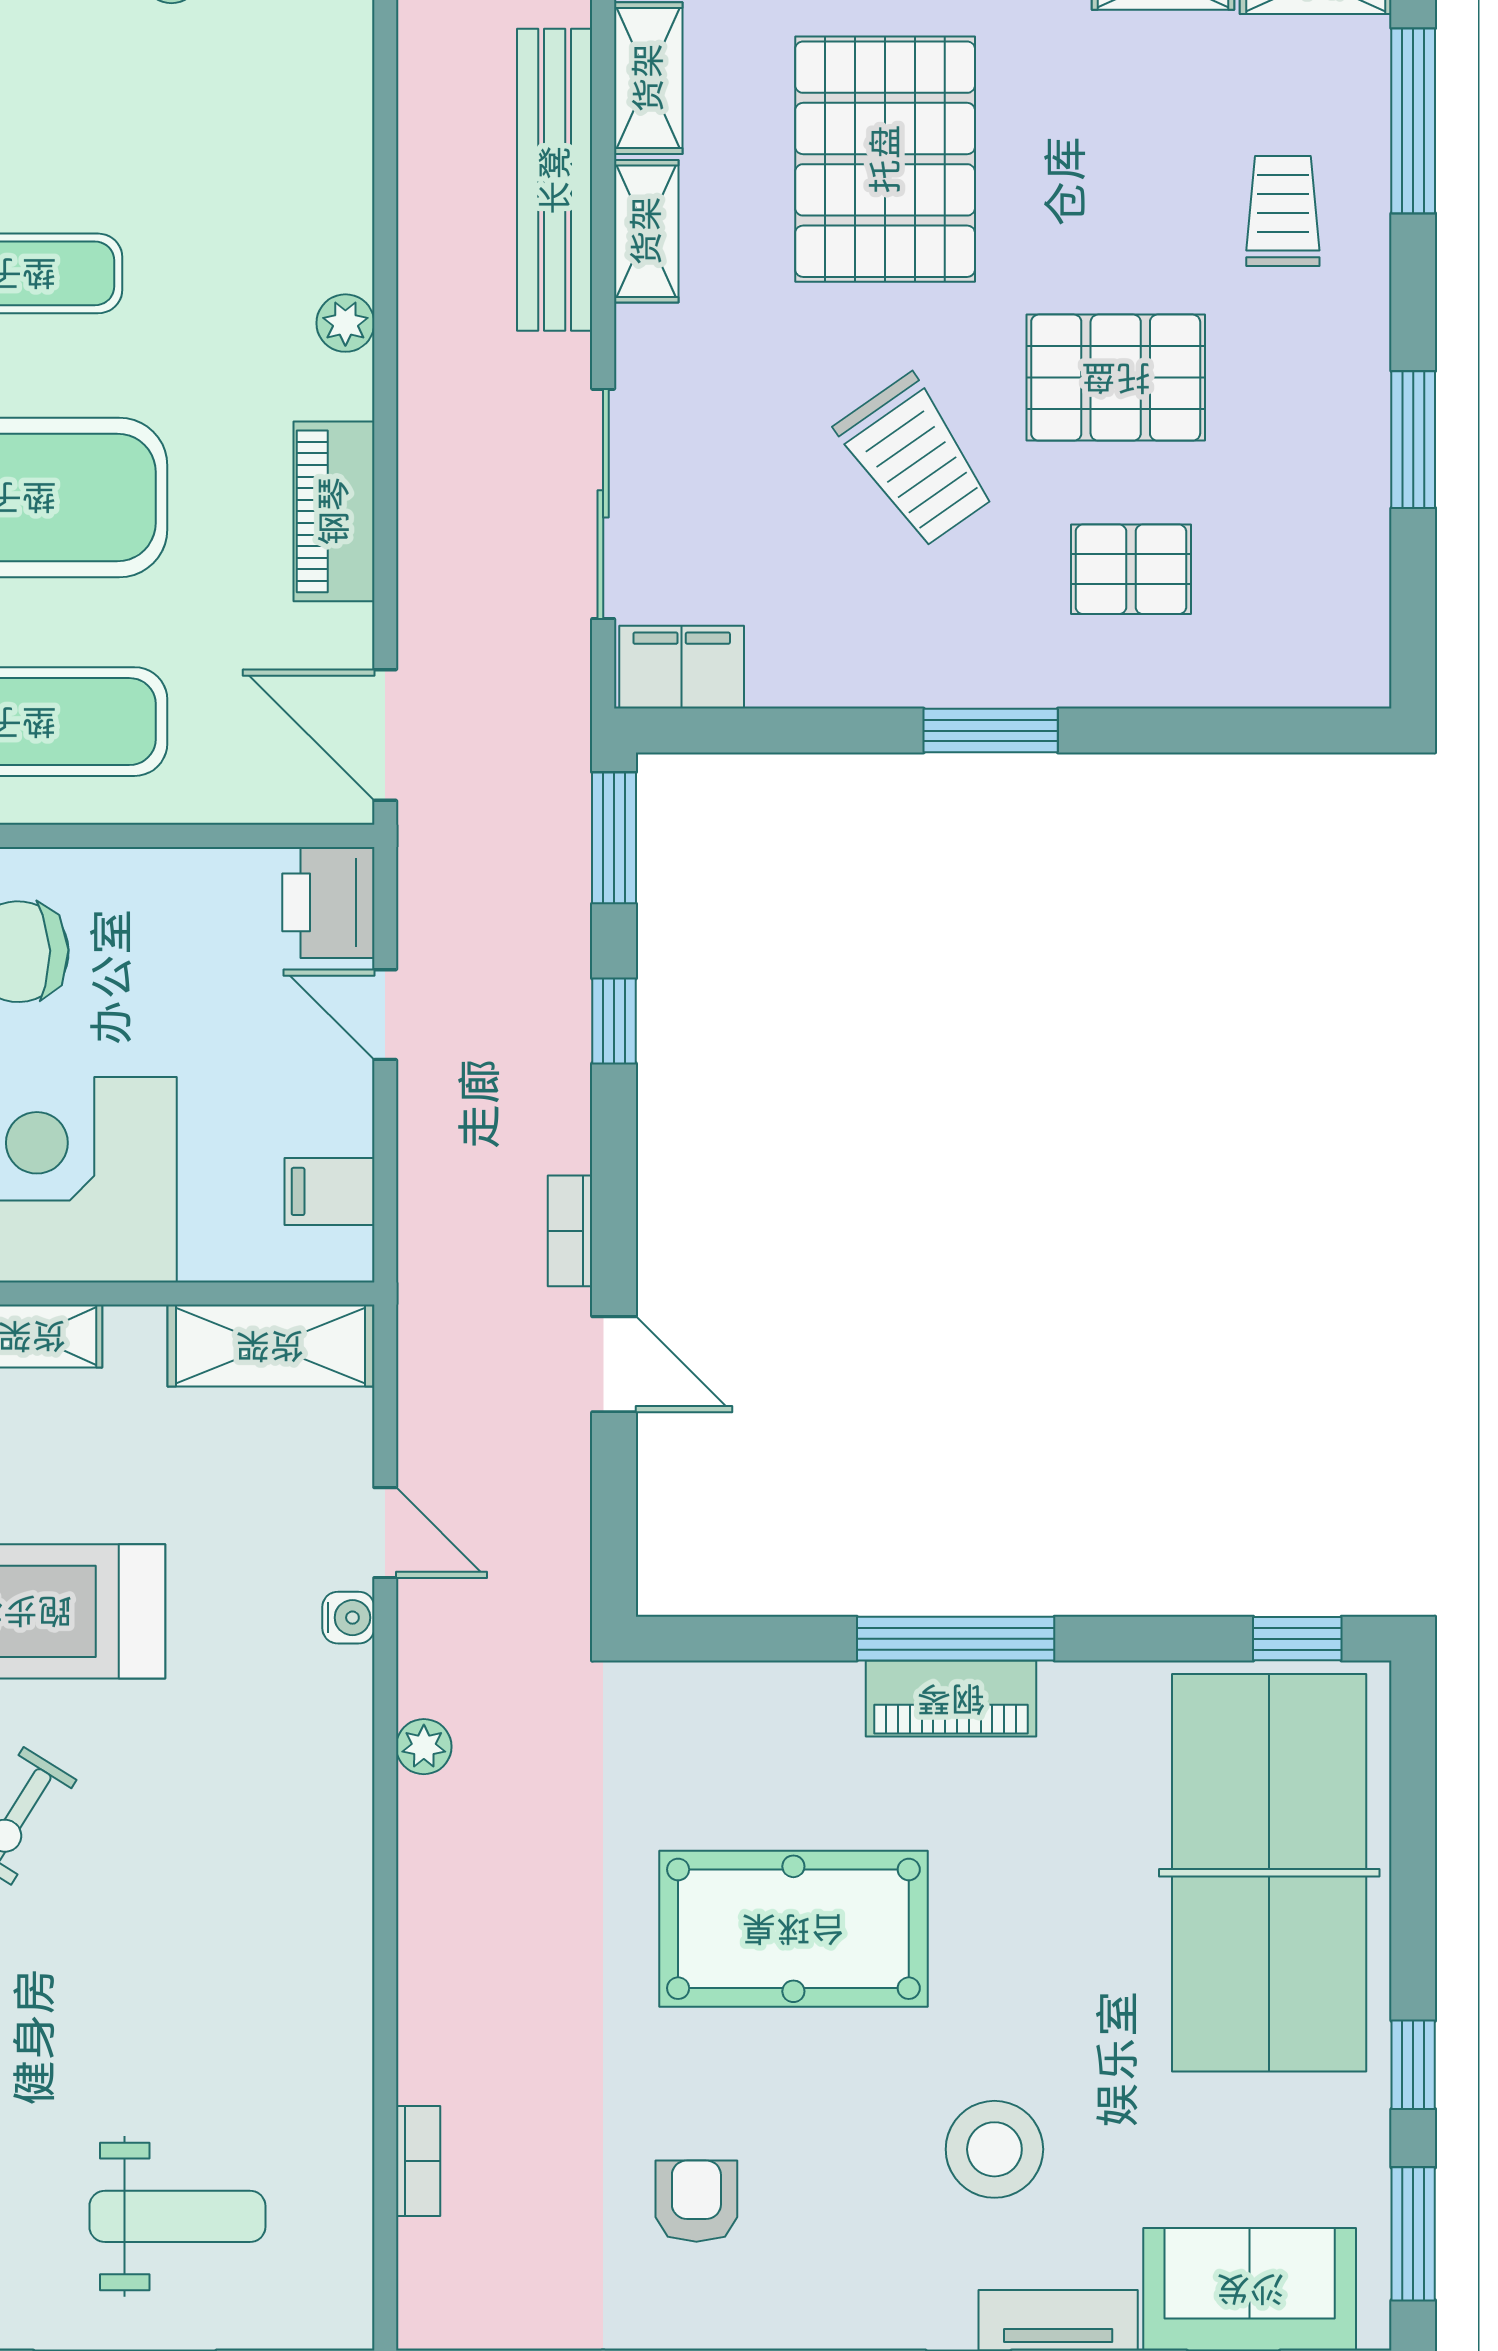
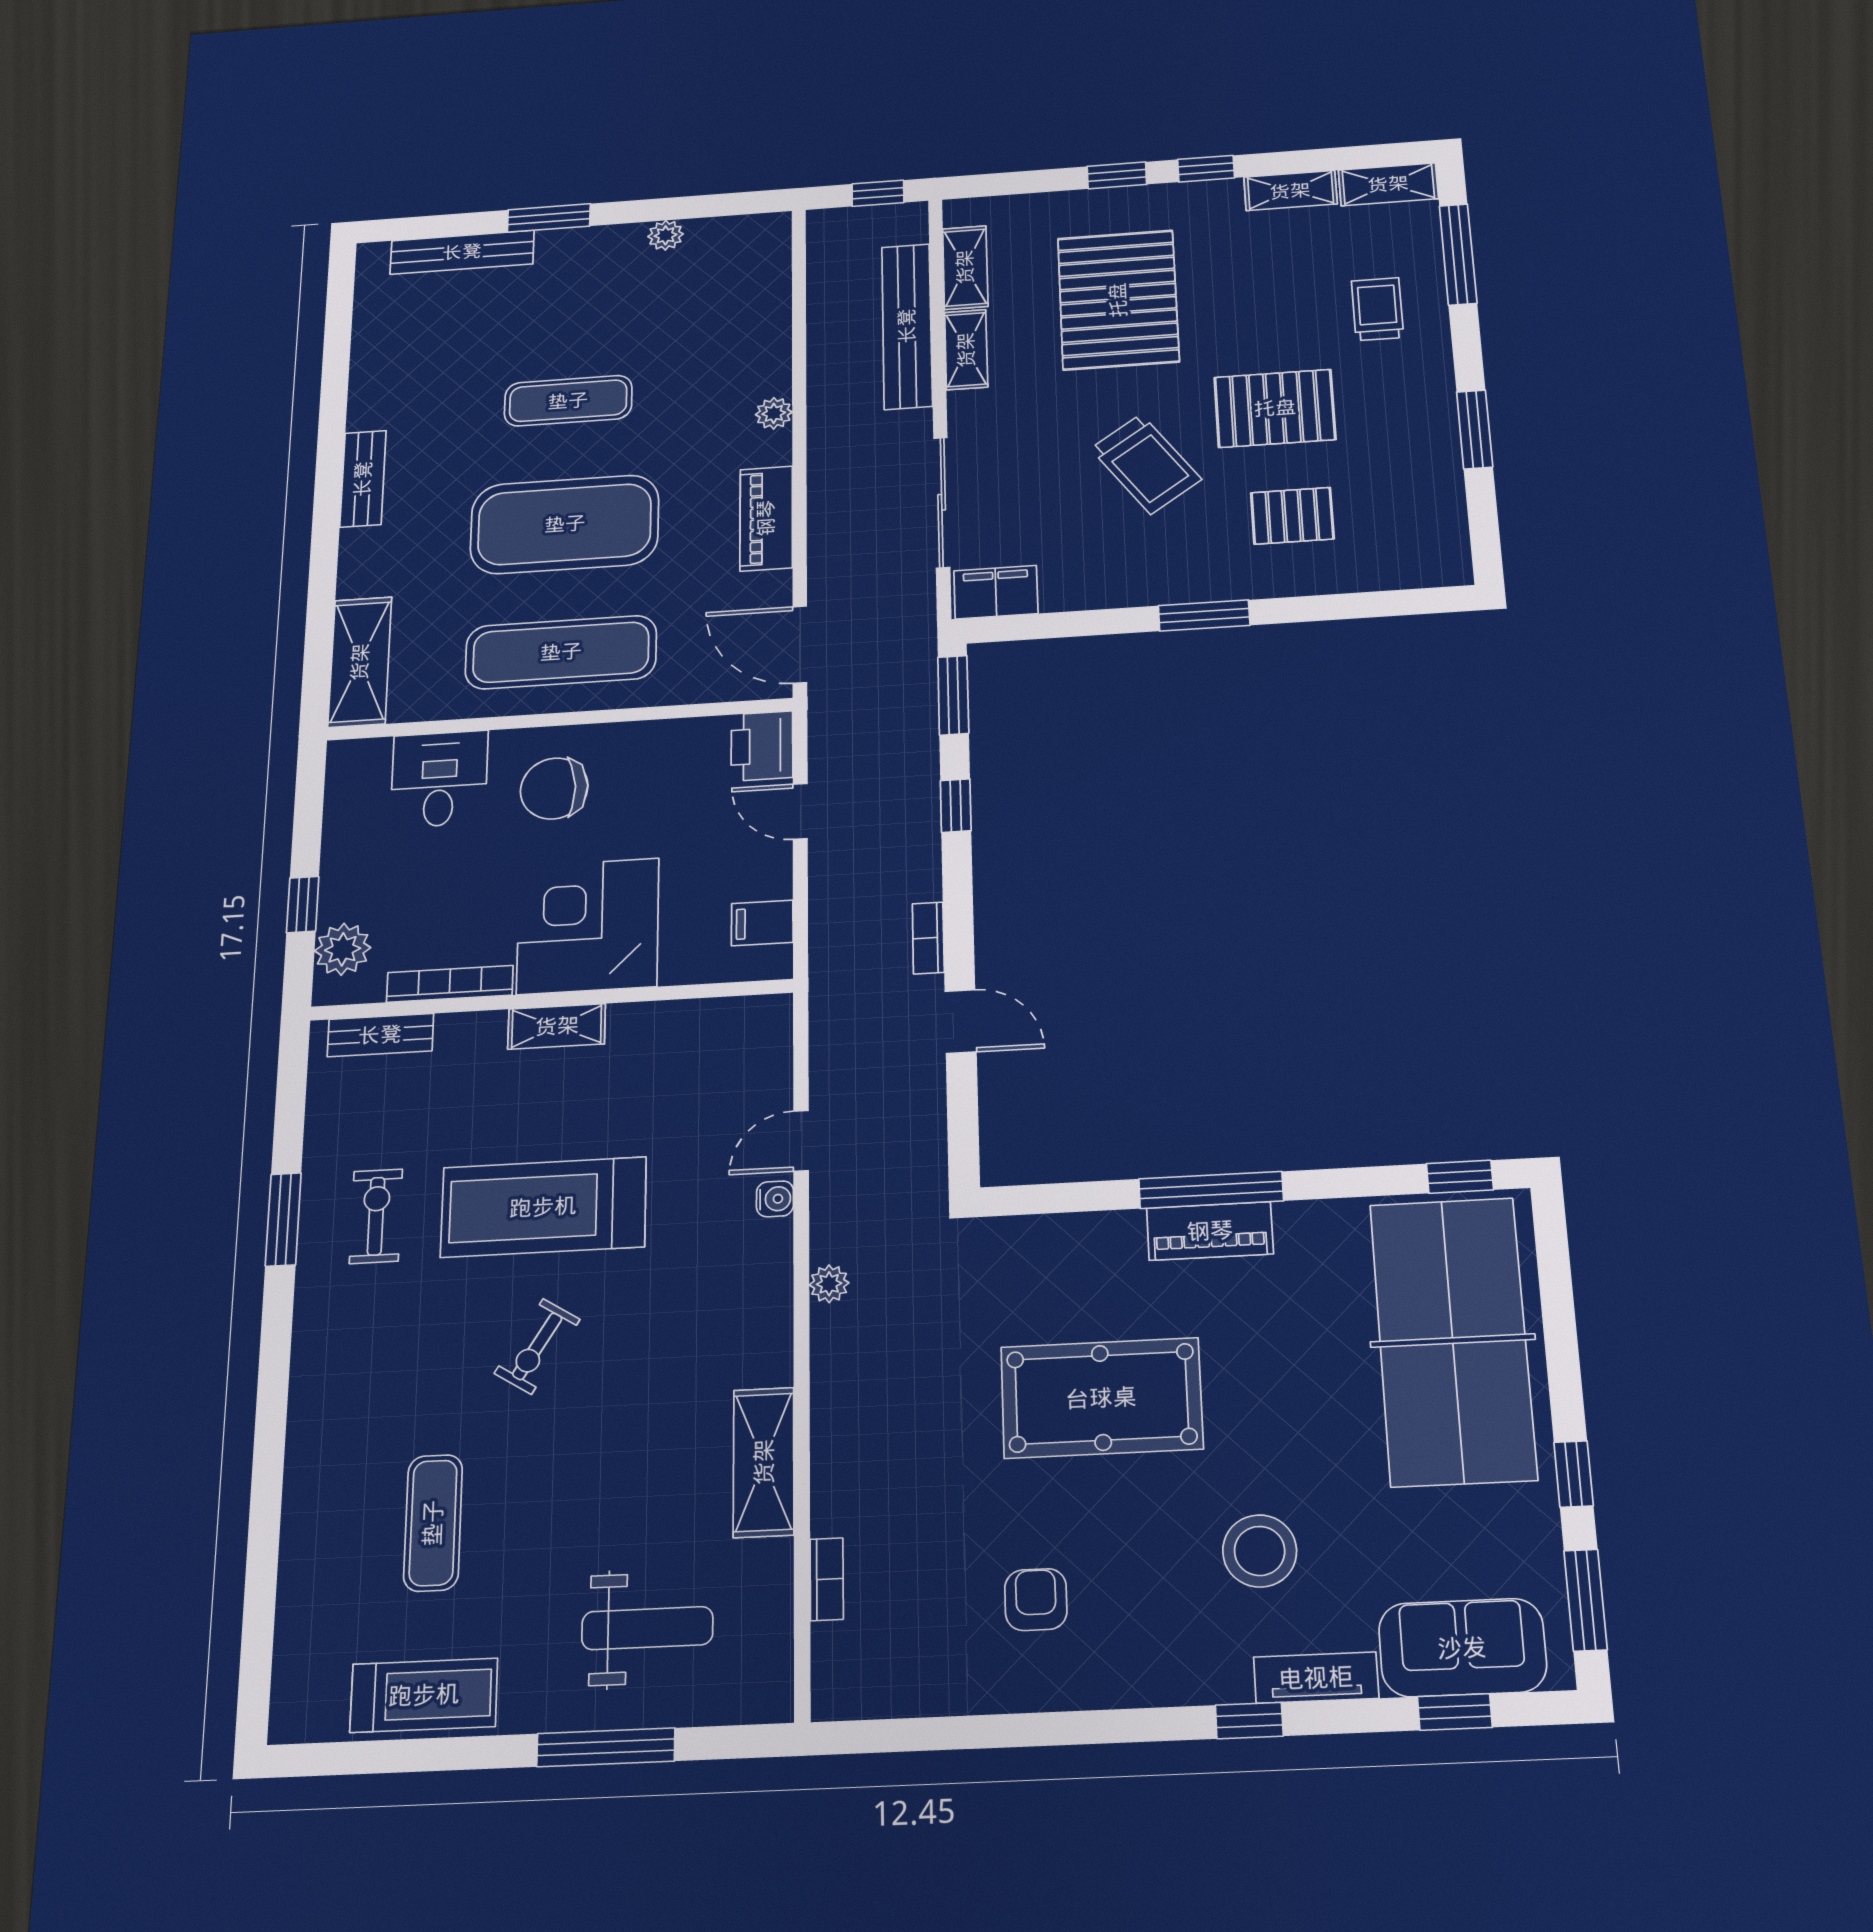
shelving: (270, 1346) -> (764, 1462), moved, turned 90
door: (385, 1533) -> (801, 1141), swing flipped

